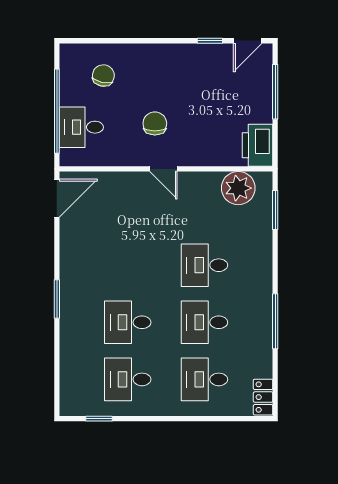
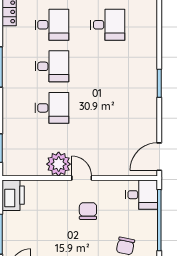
chair: (155, 123) -> (88, 211), turned 180
desk: (81, 127) -> (141, 195), moved
plant: (238, 188) -> (59, 164), moved
desk: (128, 322) -> (108, 66), removed

